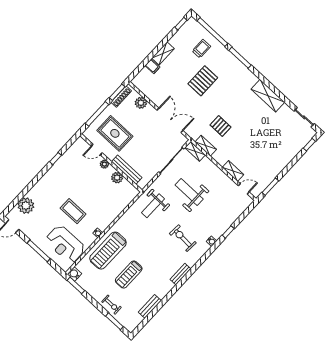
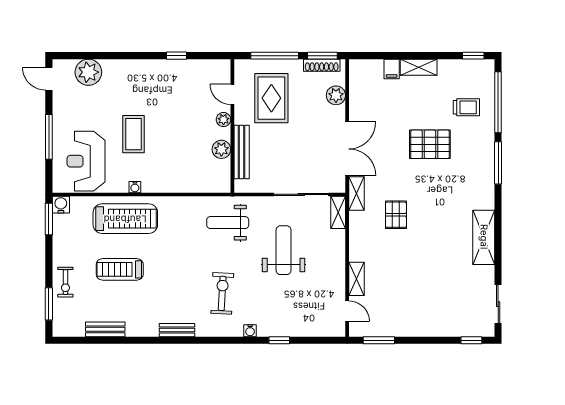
shelving: (206, 146) -> (357, 194), moved
treadmill: (108, 251) -> (125, 219), turned 180

